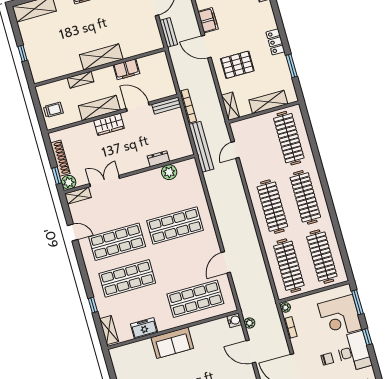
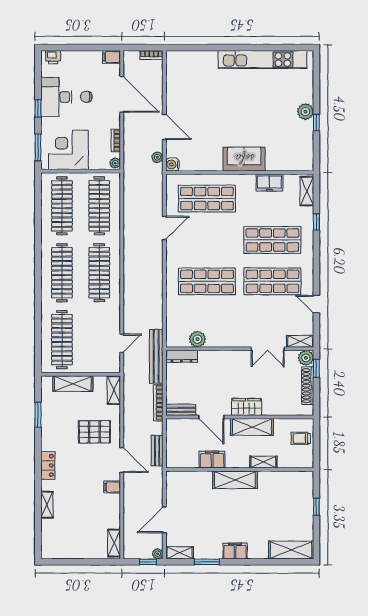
filing cabinet: (208, 20) -> (112, 487), width x0.50
bench: (169, 32) -> (157, 451), moved
locker: (275, 42) -> (48, 465), moved
dresser: (158, 159) -> (182, 356), moved, width x1.44
corner desk: (340, 316) -> (68, 150), moved, turned -90

